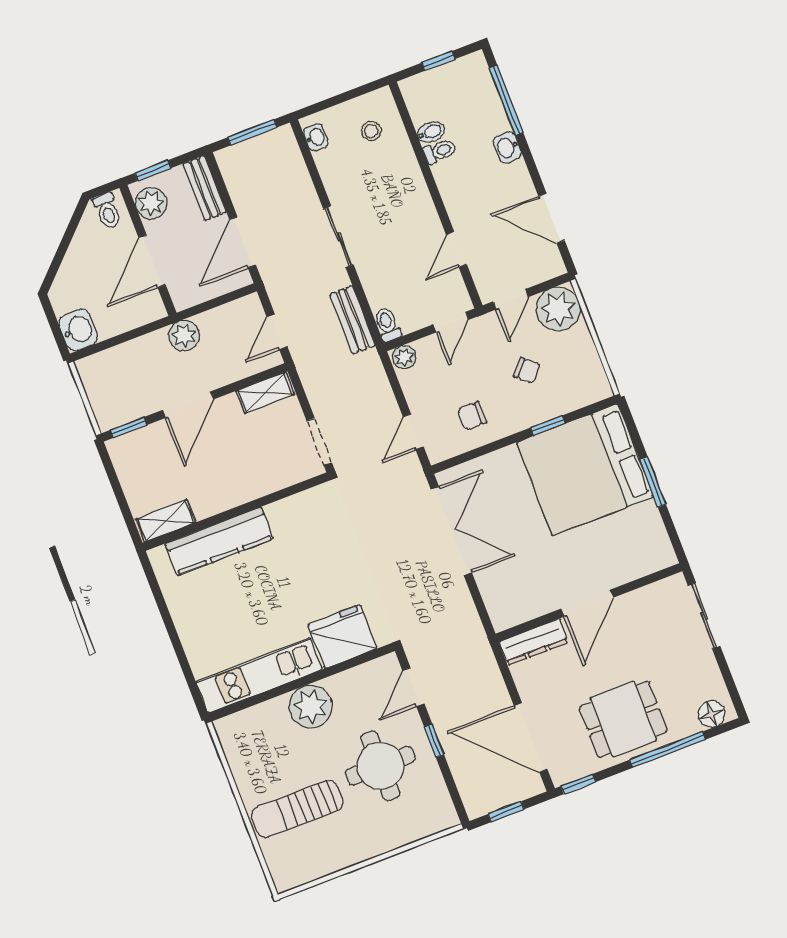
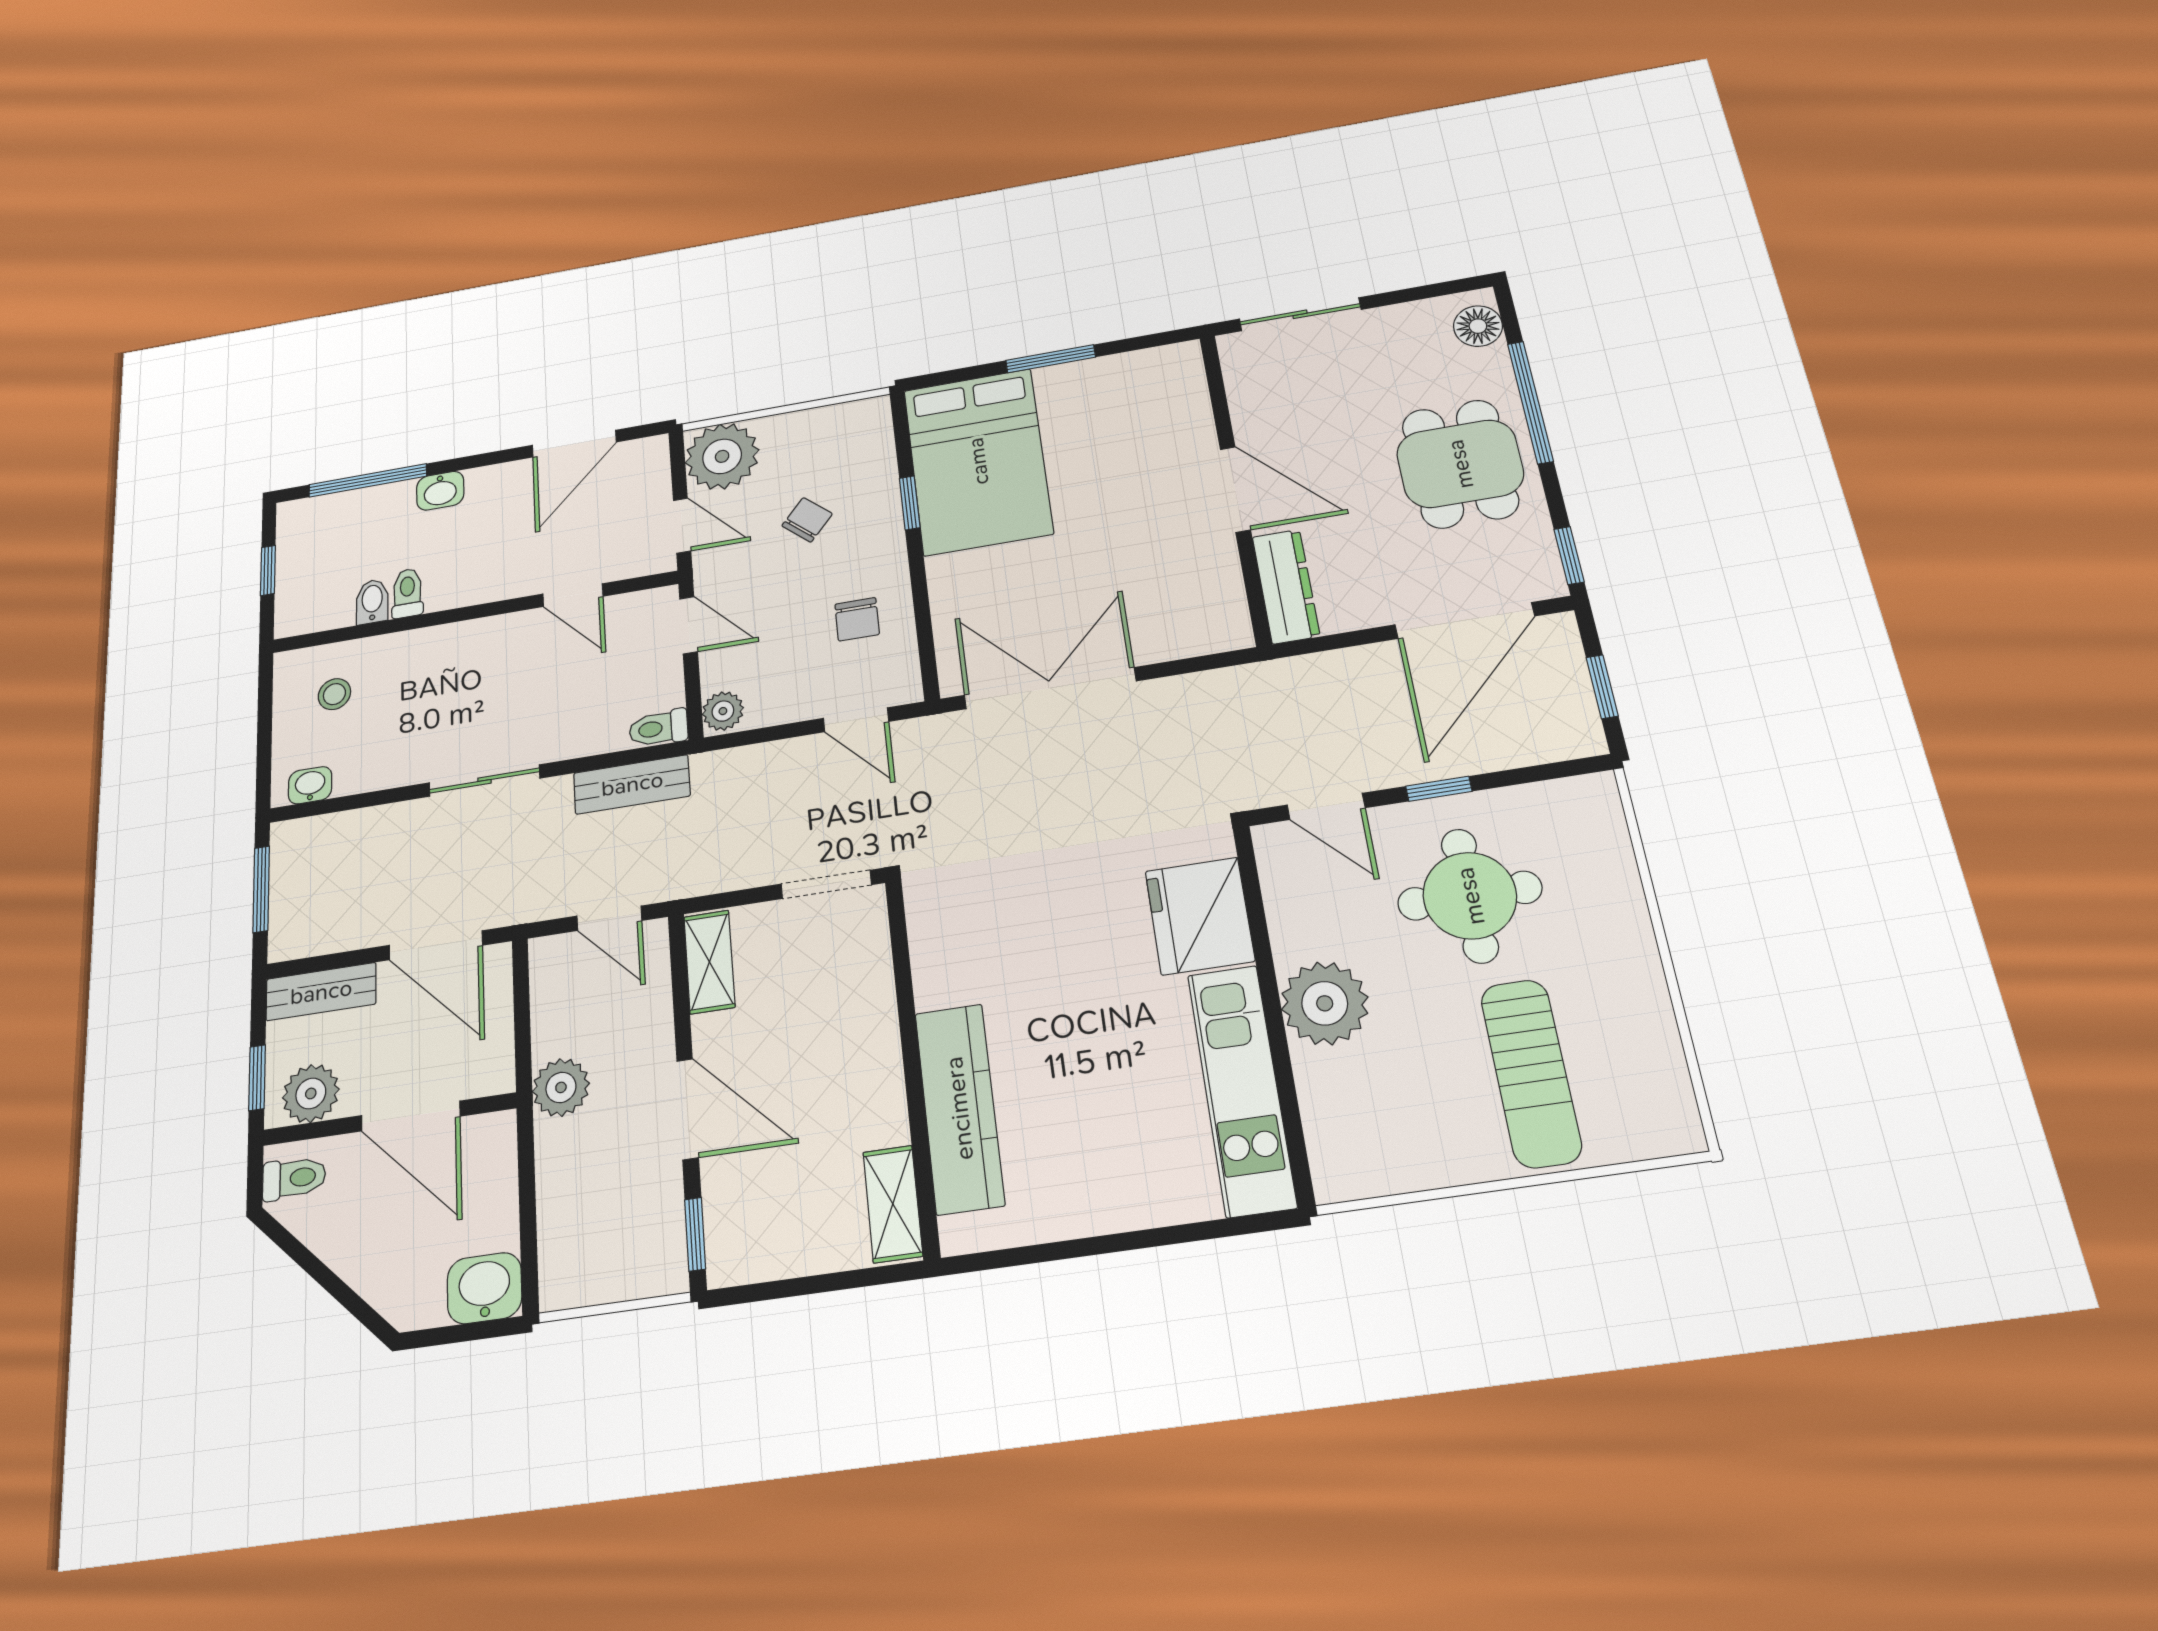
bed: (585, 470) -> (978, 461), width x0.73

